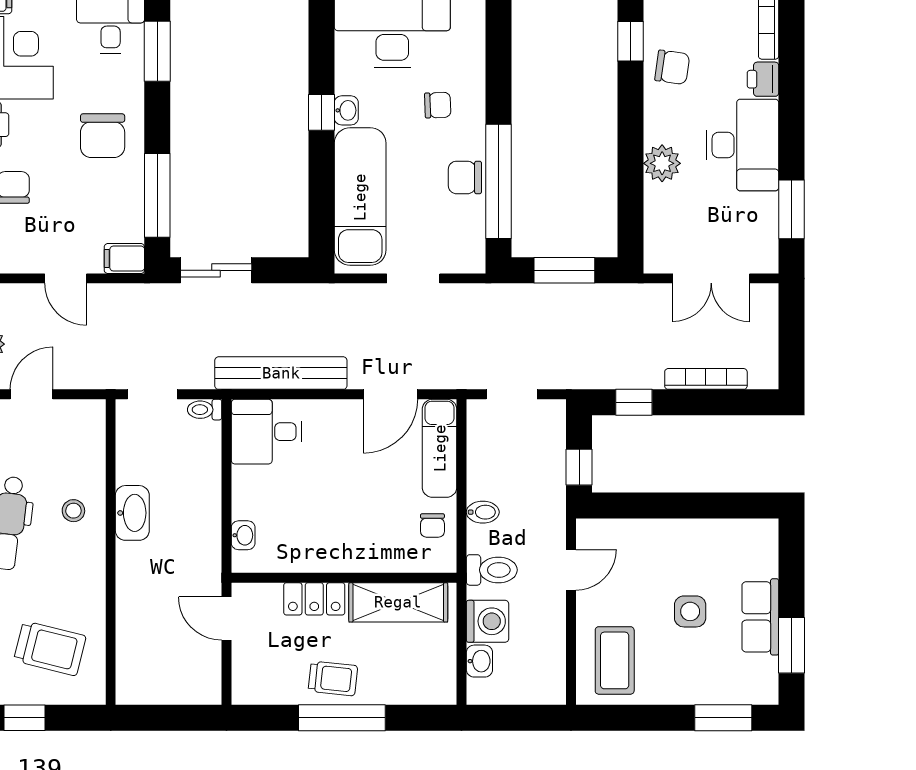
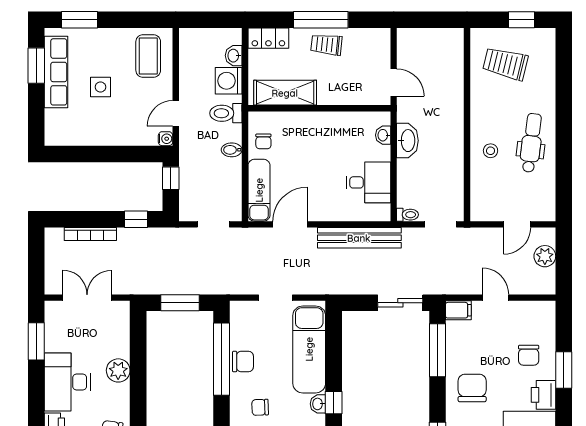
desk: (266, 432) -> (368, 182), moved
washbasin: (132, 513) -> (407, 141), moved, turned 180
chair: (432, 525) -> (263, 141), turned 180
water cooler: (587, 530) -> (166, 139), added
locker: (314, 599) -> (268, 38), moved, turned 180
row of seats: (760, 617) -> (56, 72), width x1.48

